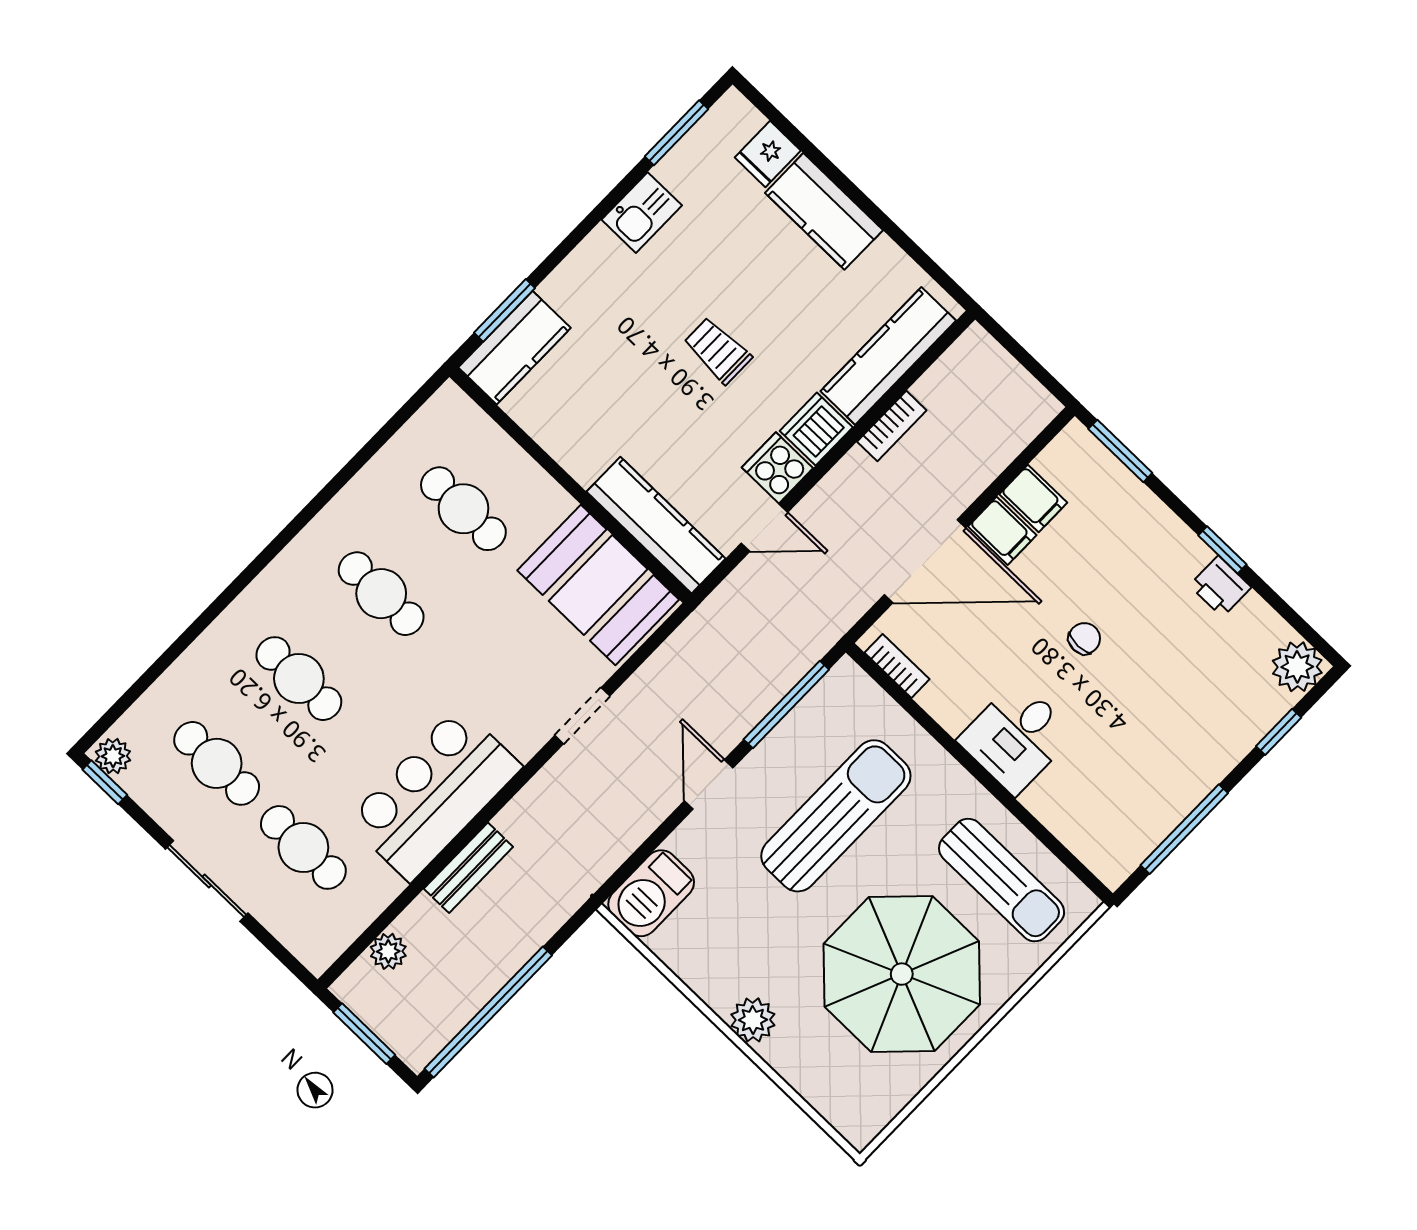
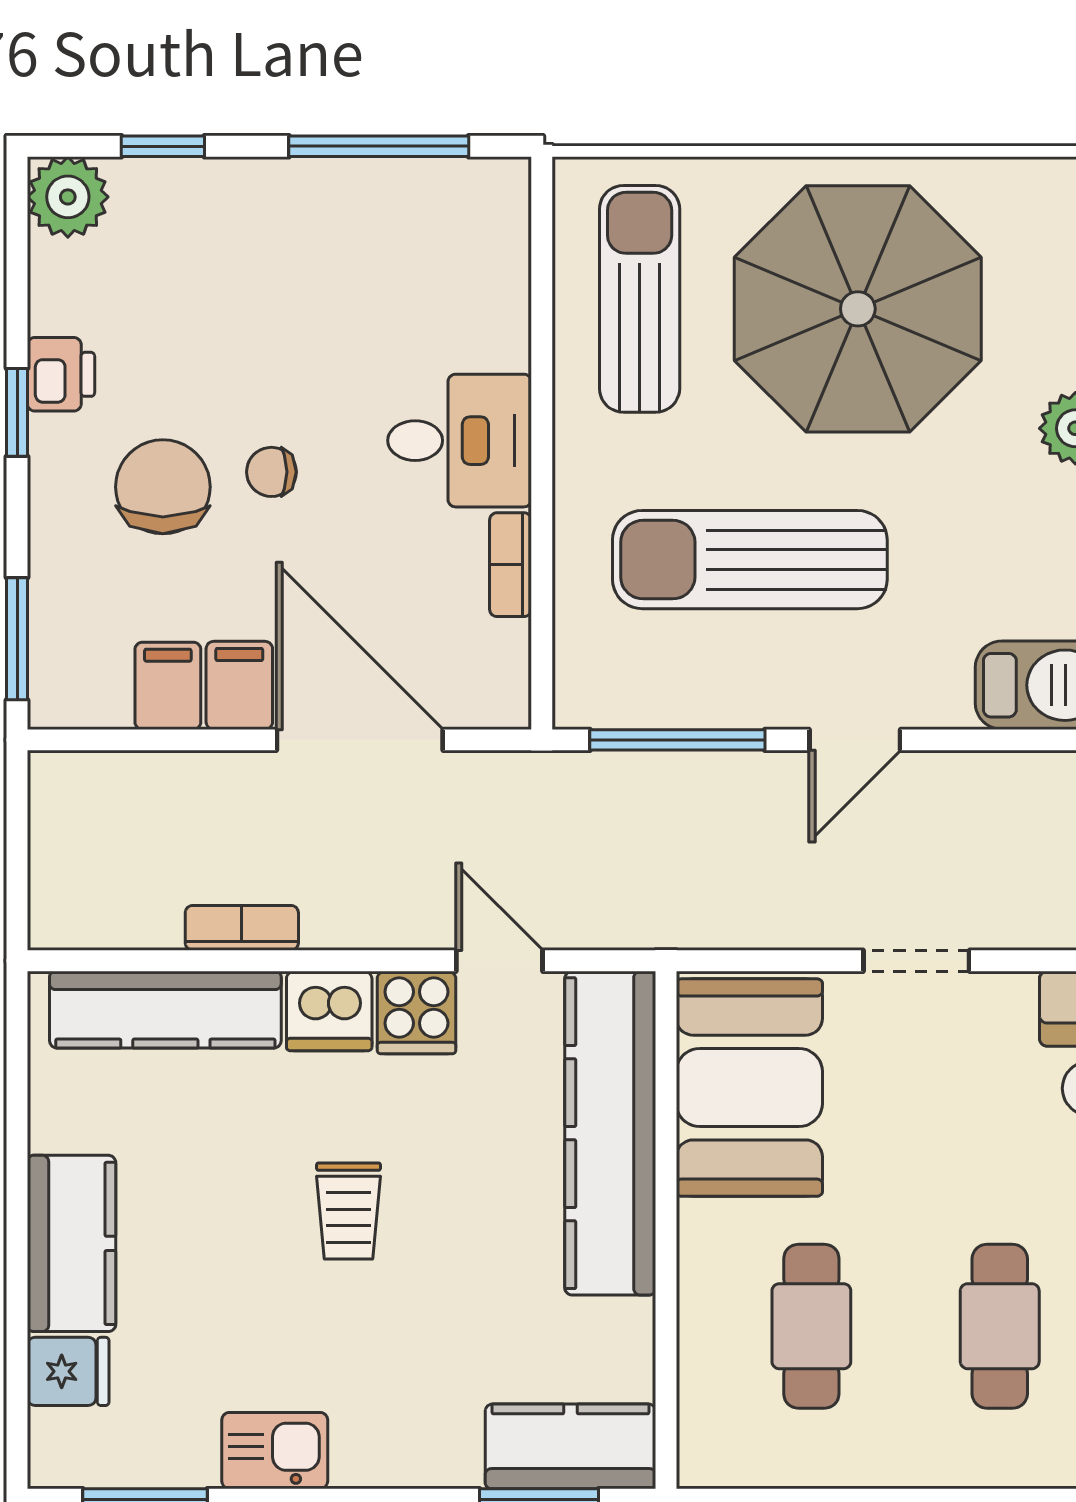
kitchen counter: (656, 525) -> (610, 1133), width x1.39, depth x1.17
chair: (1125, 583) -> (163, 487), added
bookcase: (897, 666) -> (510, 565), moved

